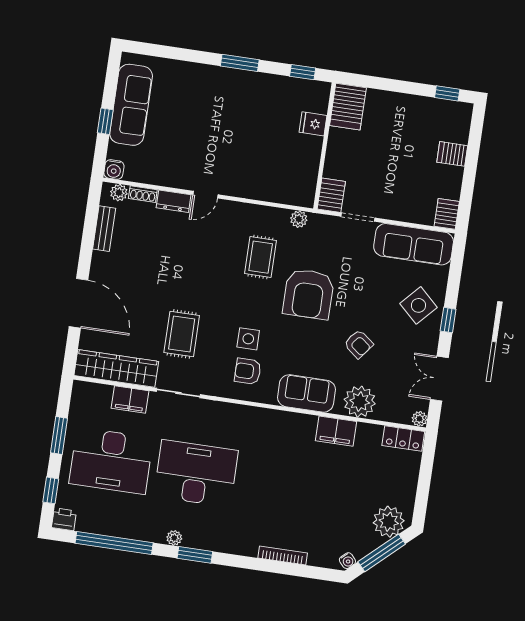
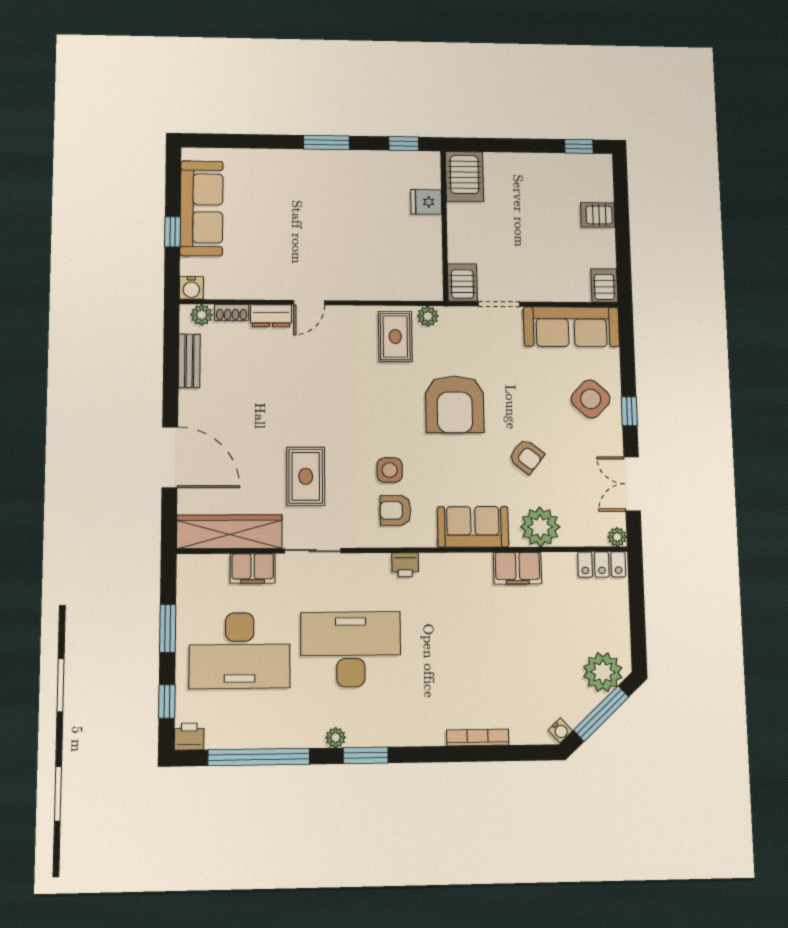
rug: (261, 257) -> (395, 337), moved
printer: (248, 415) -> (405, 565), added

